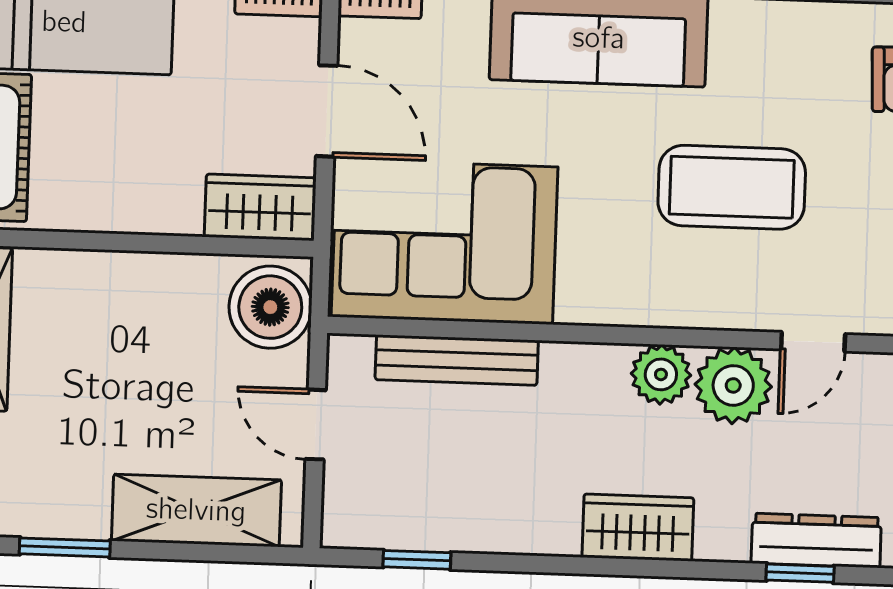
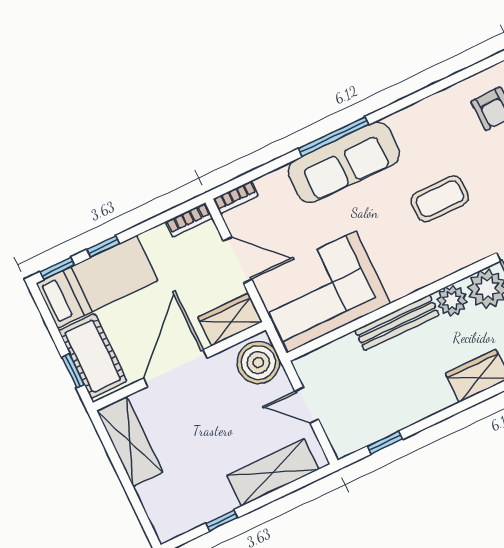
coffee table: (732, 187) -> (440, 199), width x0.73, depth x0.76
door: (122, 242) -> (175, 368), added
bench: (457, 360) -> (397, 323), moved
window: (65, 547) -> (222, 520), width x0.67

